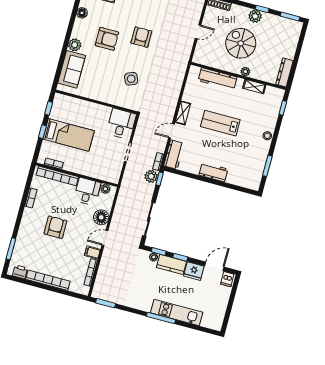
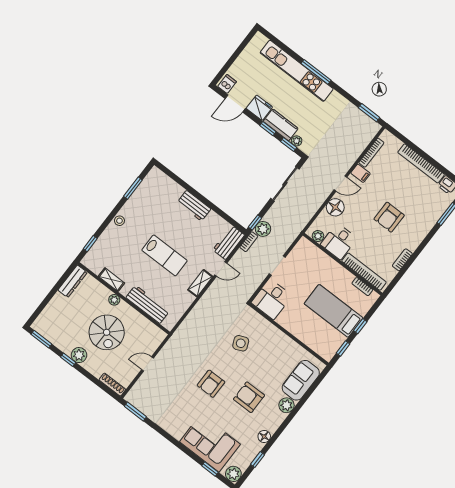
kitchen unit: (177, 312) -> (297, 71), width x1.36

